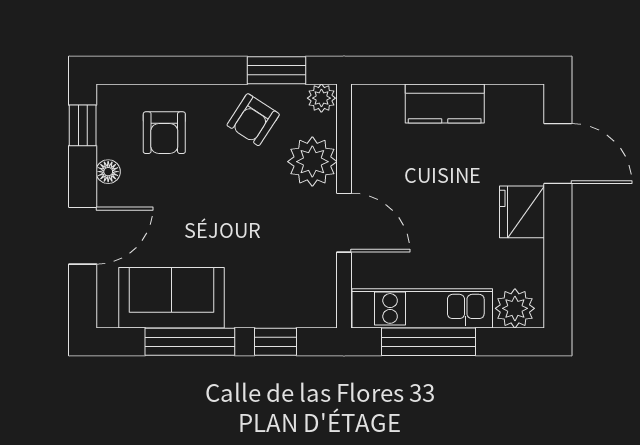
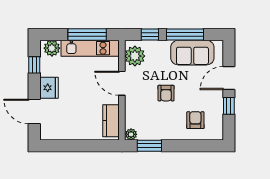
kitchen counter: (445, 104) -> (111, 121), moved, turned -90
armchair: (253, 120) -> (166, 93), moved, turned 147
window: (83, 125) -> (229, 106), moved
plant: (312, 162) -> (135, 56), moved
floor lamp: (108, 172) -> (218, 104), removed
window: (558, 268) -> (34, 65), added

